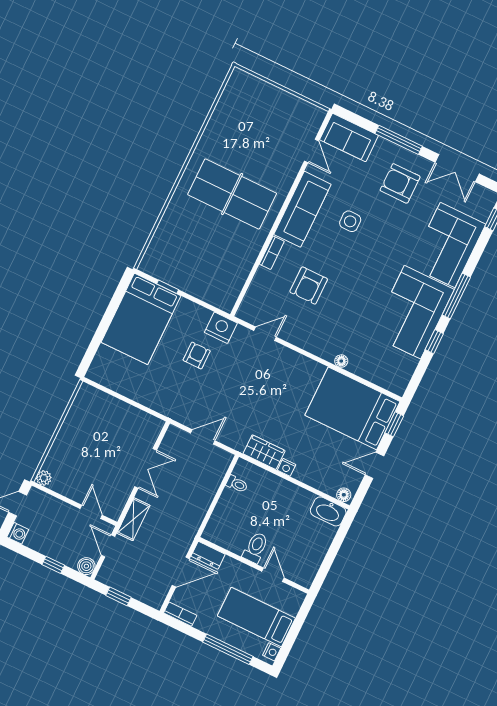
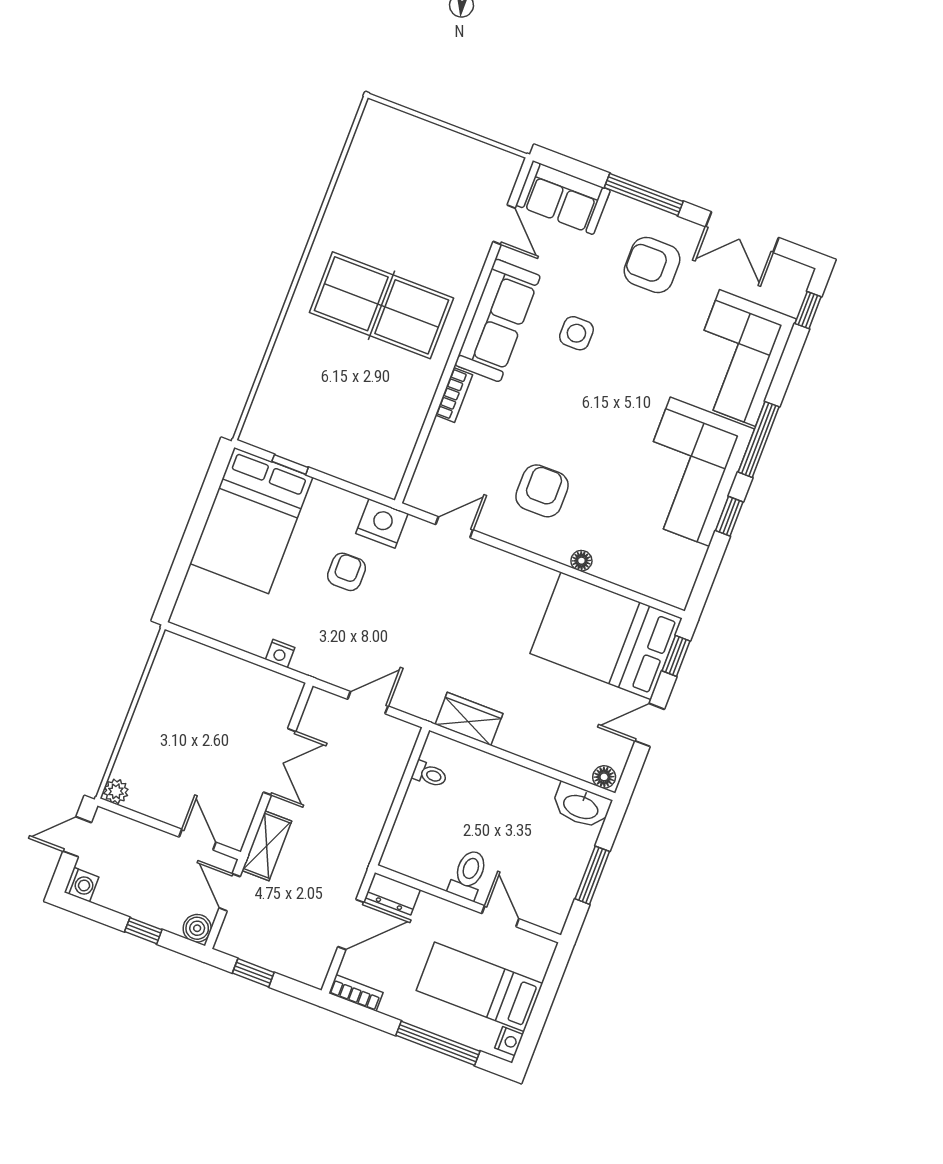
armchair: (309, 285) -> (542, 491), moved, turned 180
nightstand: (287, 467) -> (280, 654), moved
window: (331, 554) -> (592, 875), added

